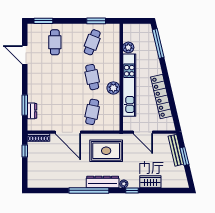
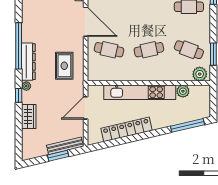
plant: (113, 88) -> (200, 74), moved
door: (68, 132) -> (86, 22), swing flipped
rug: (106, 151) -> (64, 66), width x0.73, depth x0.70

